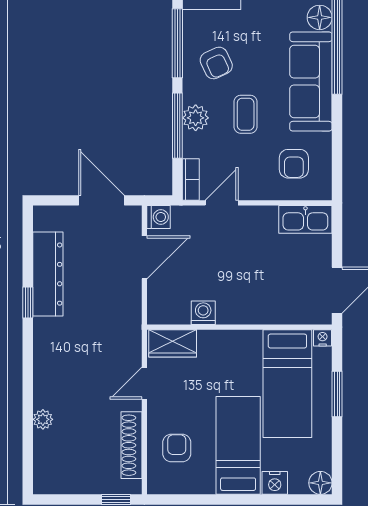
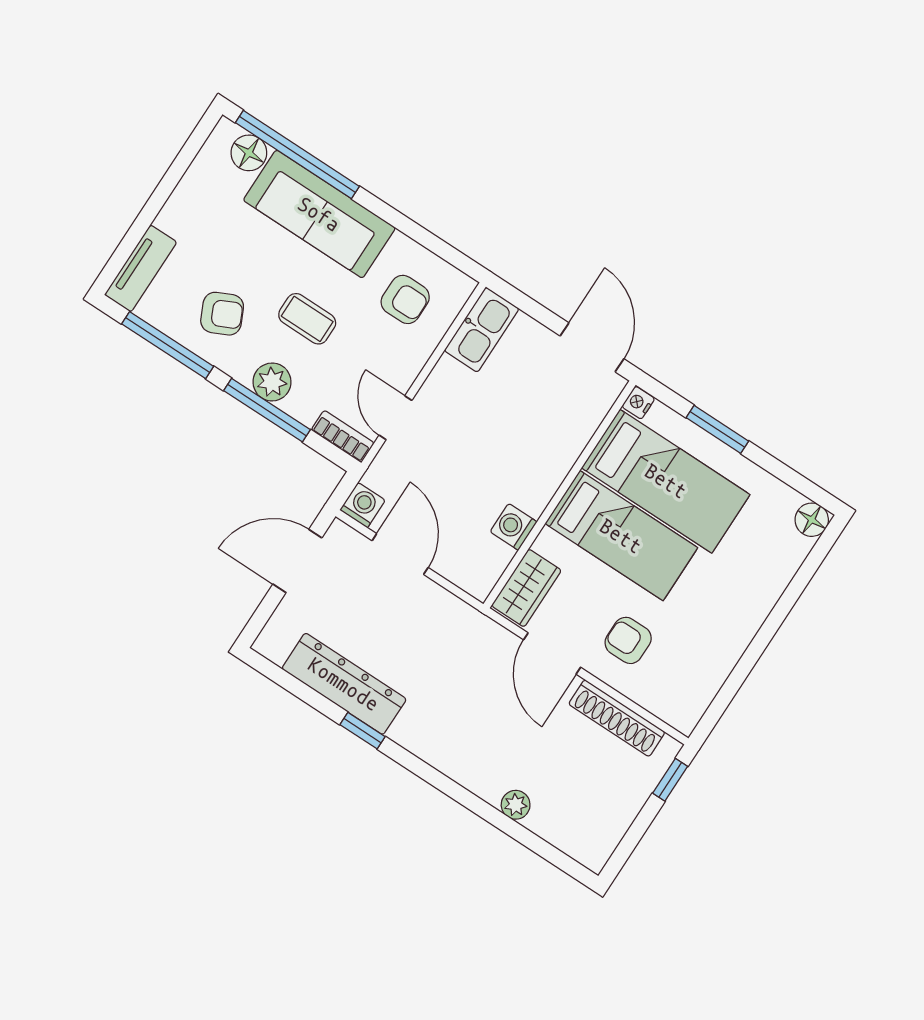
door: (144, 383) -> (552, 653), width x1.38
bed: (238, 445) -> (621, 536), moved, turned 180
armchair: (177, 448) -> (628, 640), moved
nightstand: (275, 483) -> (776, 575), removed

